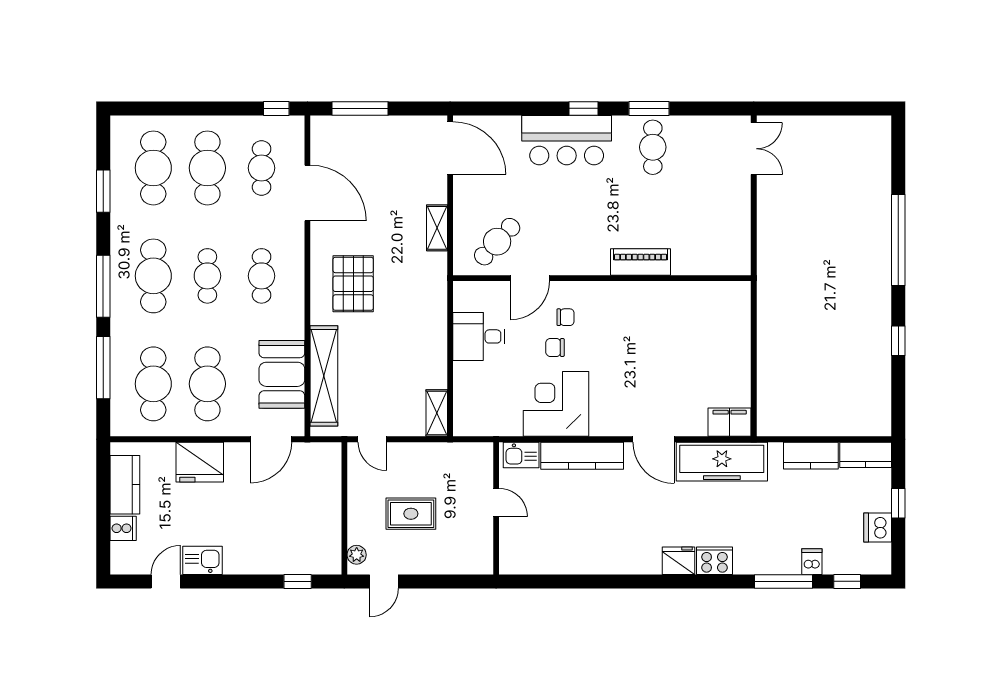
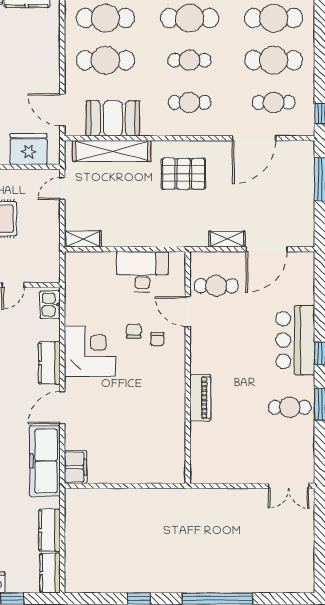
door: (450, 148) -> (267, 249), moved
cafe table: (497, 242) -> (216, 286), turned -43
desk: (479, 336) -> (142, 272), width x1.37
corner desk: (556, 404) -> (90, 351), moved
kitchen counter: (582, 456) -> (49, 363), width x0.67
fridge: (200, 462) -> (29, 149), moved, turned 90

